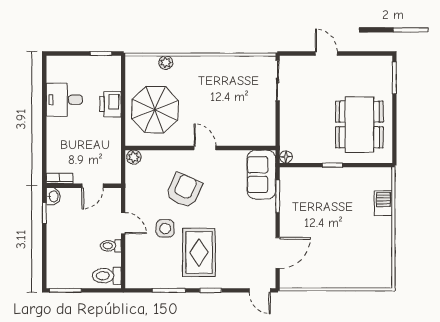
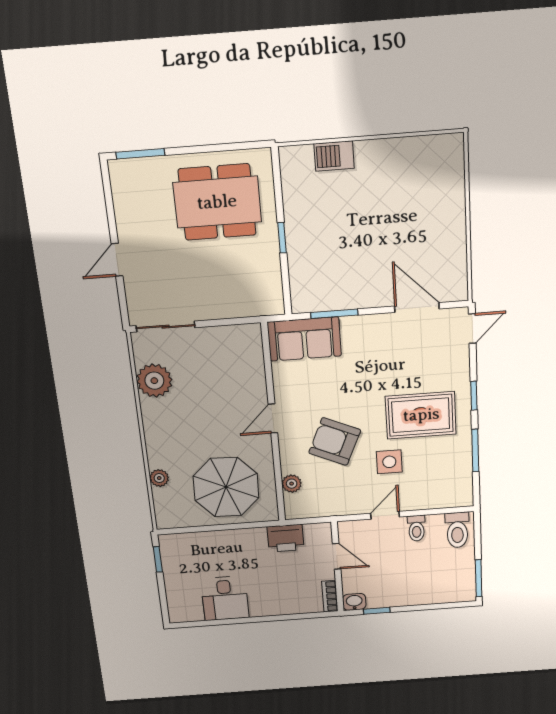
plant: (240, 68) -> (154, 381), added
printer: (111, 104) -> (286, 538), moved
plant: (134, 157) -> (292, 484), moved
floor lamp: (286, 157) -> (276, 306), removed

